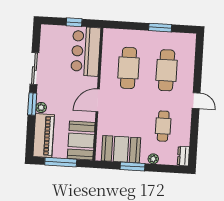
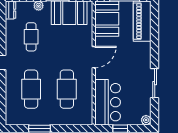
window: (32, 104) -> (155, 50), removed
plant: (41, 108) -> (146, 120), moved

